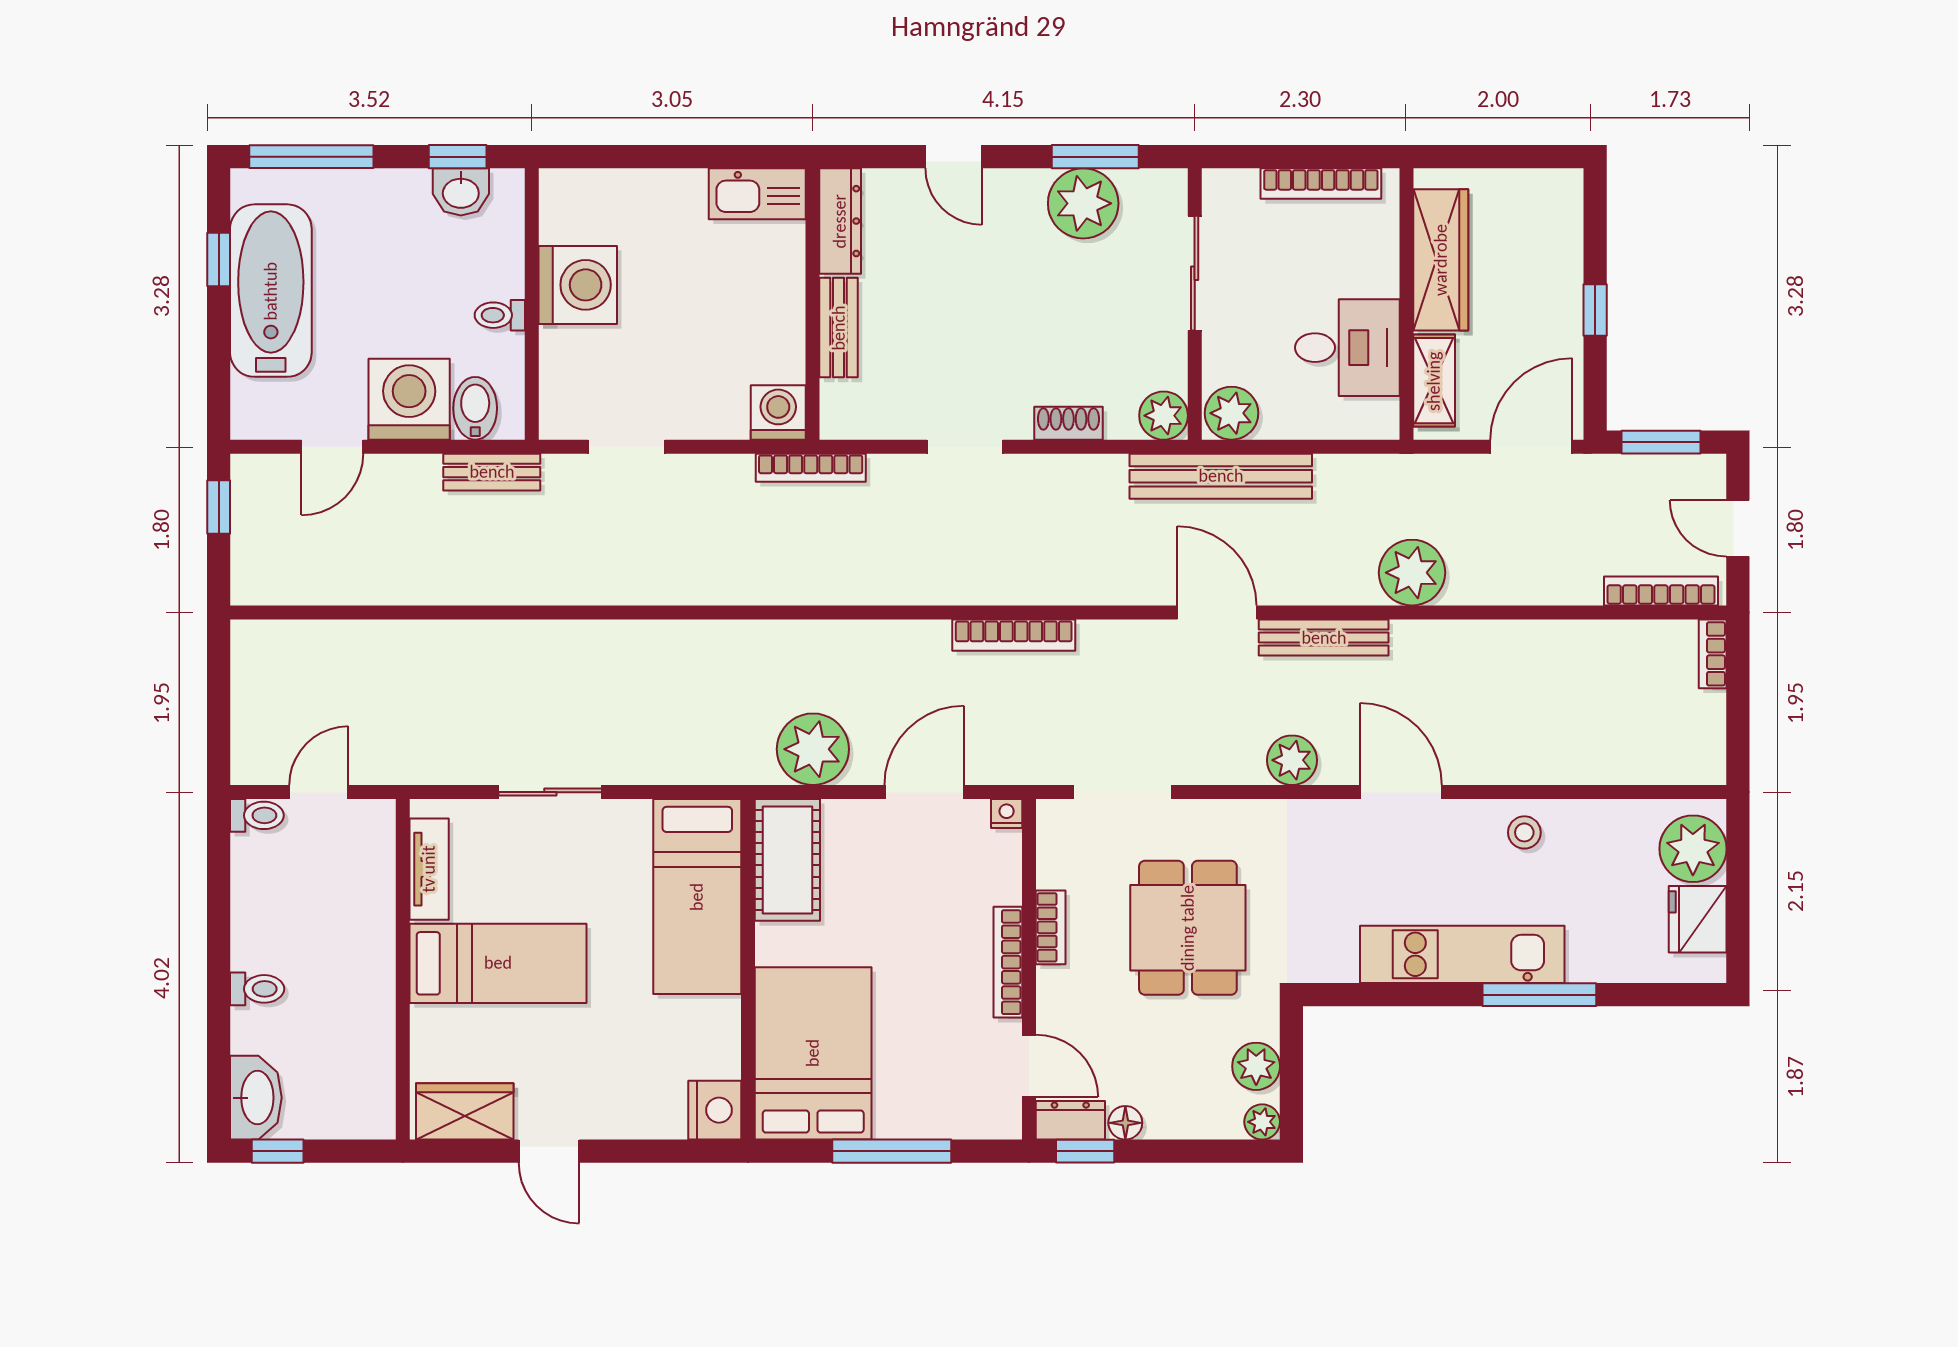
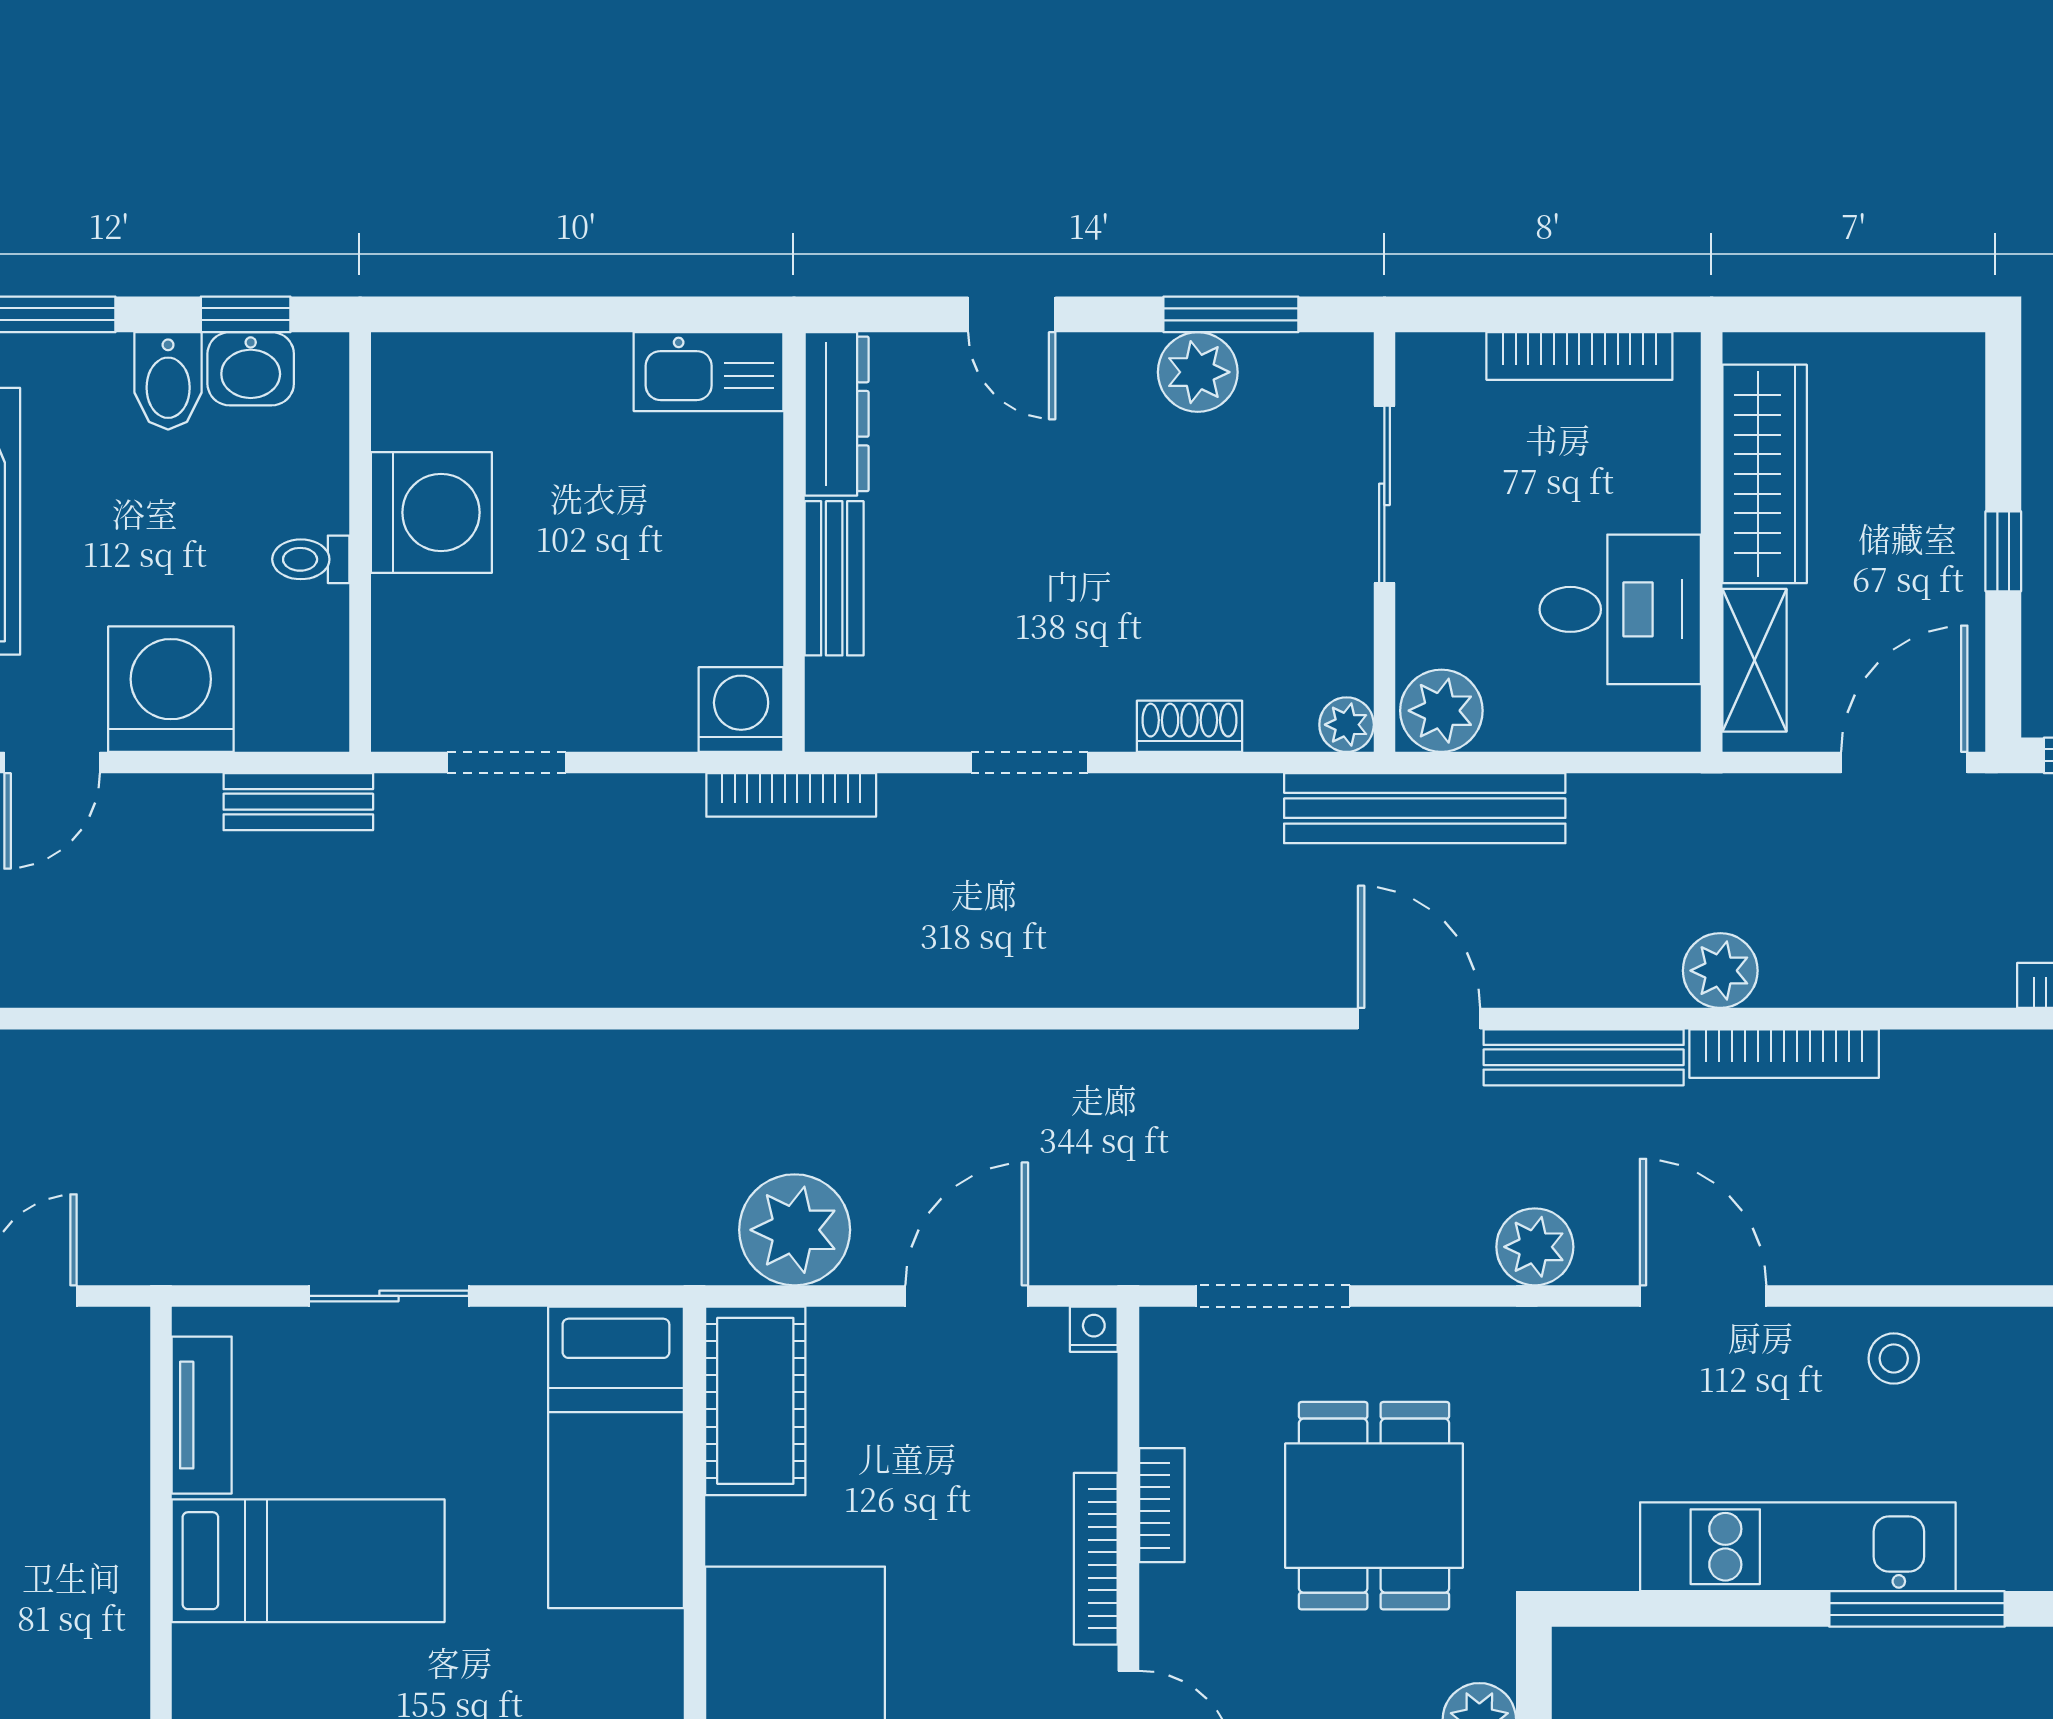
plant: (1083, 203) -> (1198, 372), width x0.73, depth x0.73
bidet: (475, 408) -> (168, 381), moved, turned 180
plant: (1164, 416) -> (1347, 725), width x0.73, depth x0.73
plant: (1412, 573) -> (1720, 971), width x0.73, depth x0.73
bookcase: (1014, 635) -> (1784, 1054), moved

